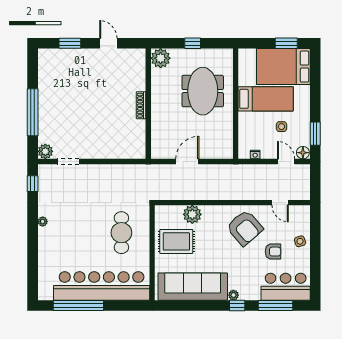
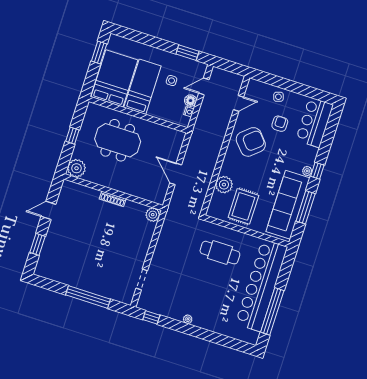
bed: (283, 67) -> (114, 78), moved, turned 180
plant: (45, 151) -> (153, 215), moved
floor lamp: (303, 153) -> (191, 101), moved
window: (275, 305) -> (306, 207), moved

